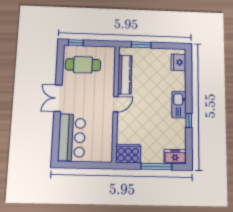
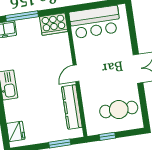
window: (76, 43) -> (107, 136), moved
bar counter: (72, 137) -> (95, 22), moved, turned -90

